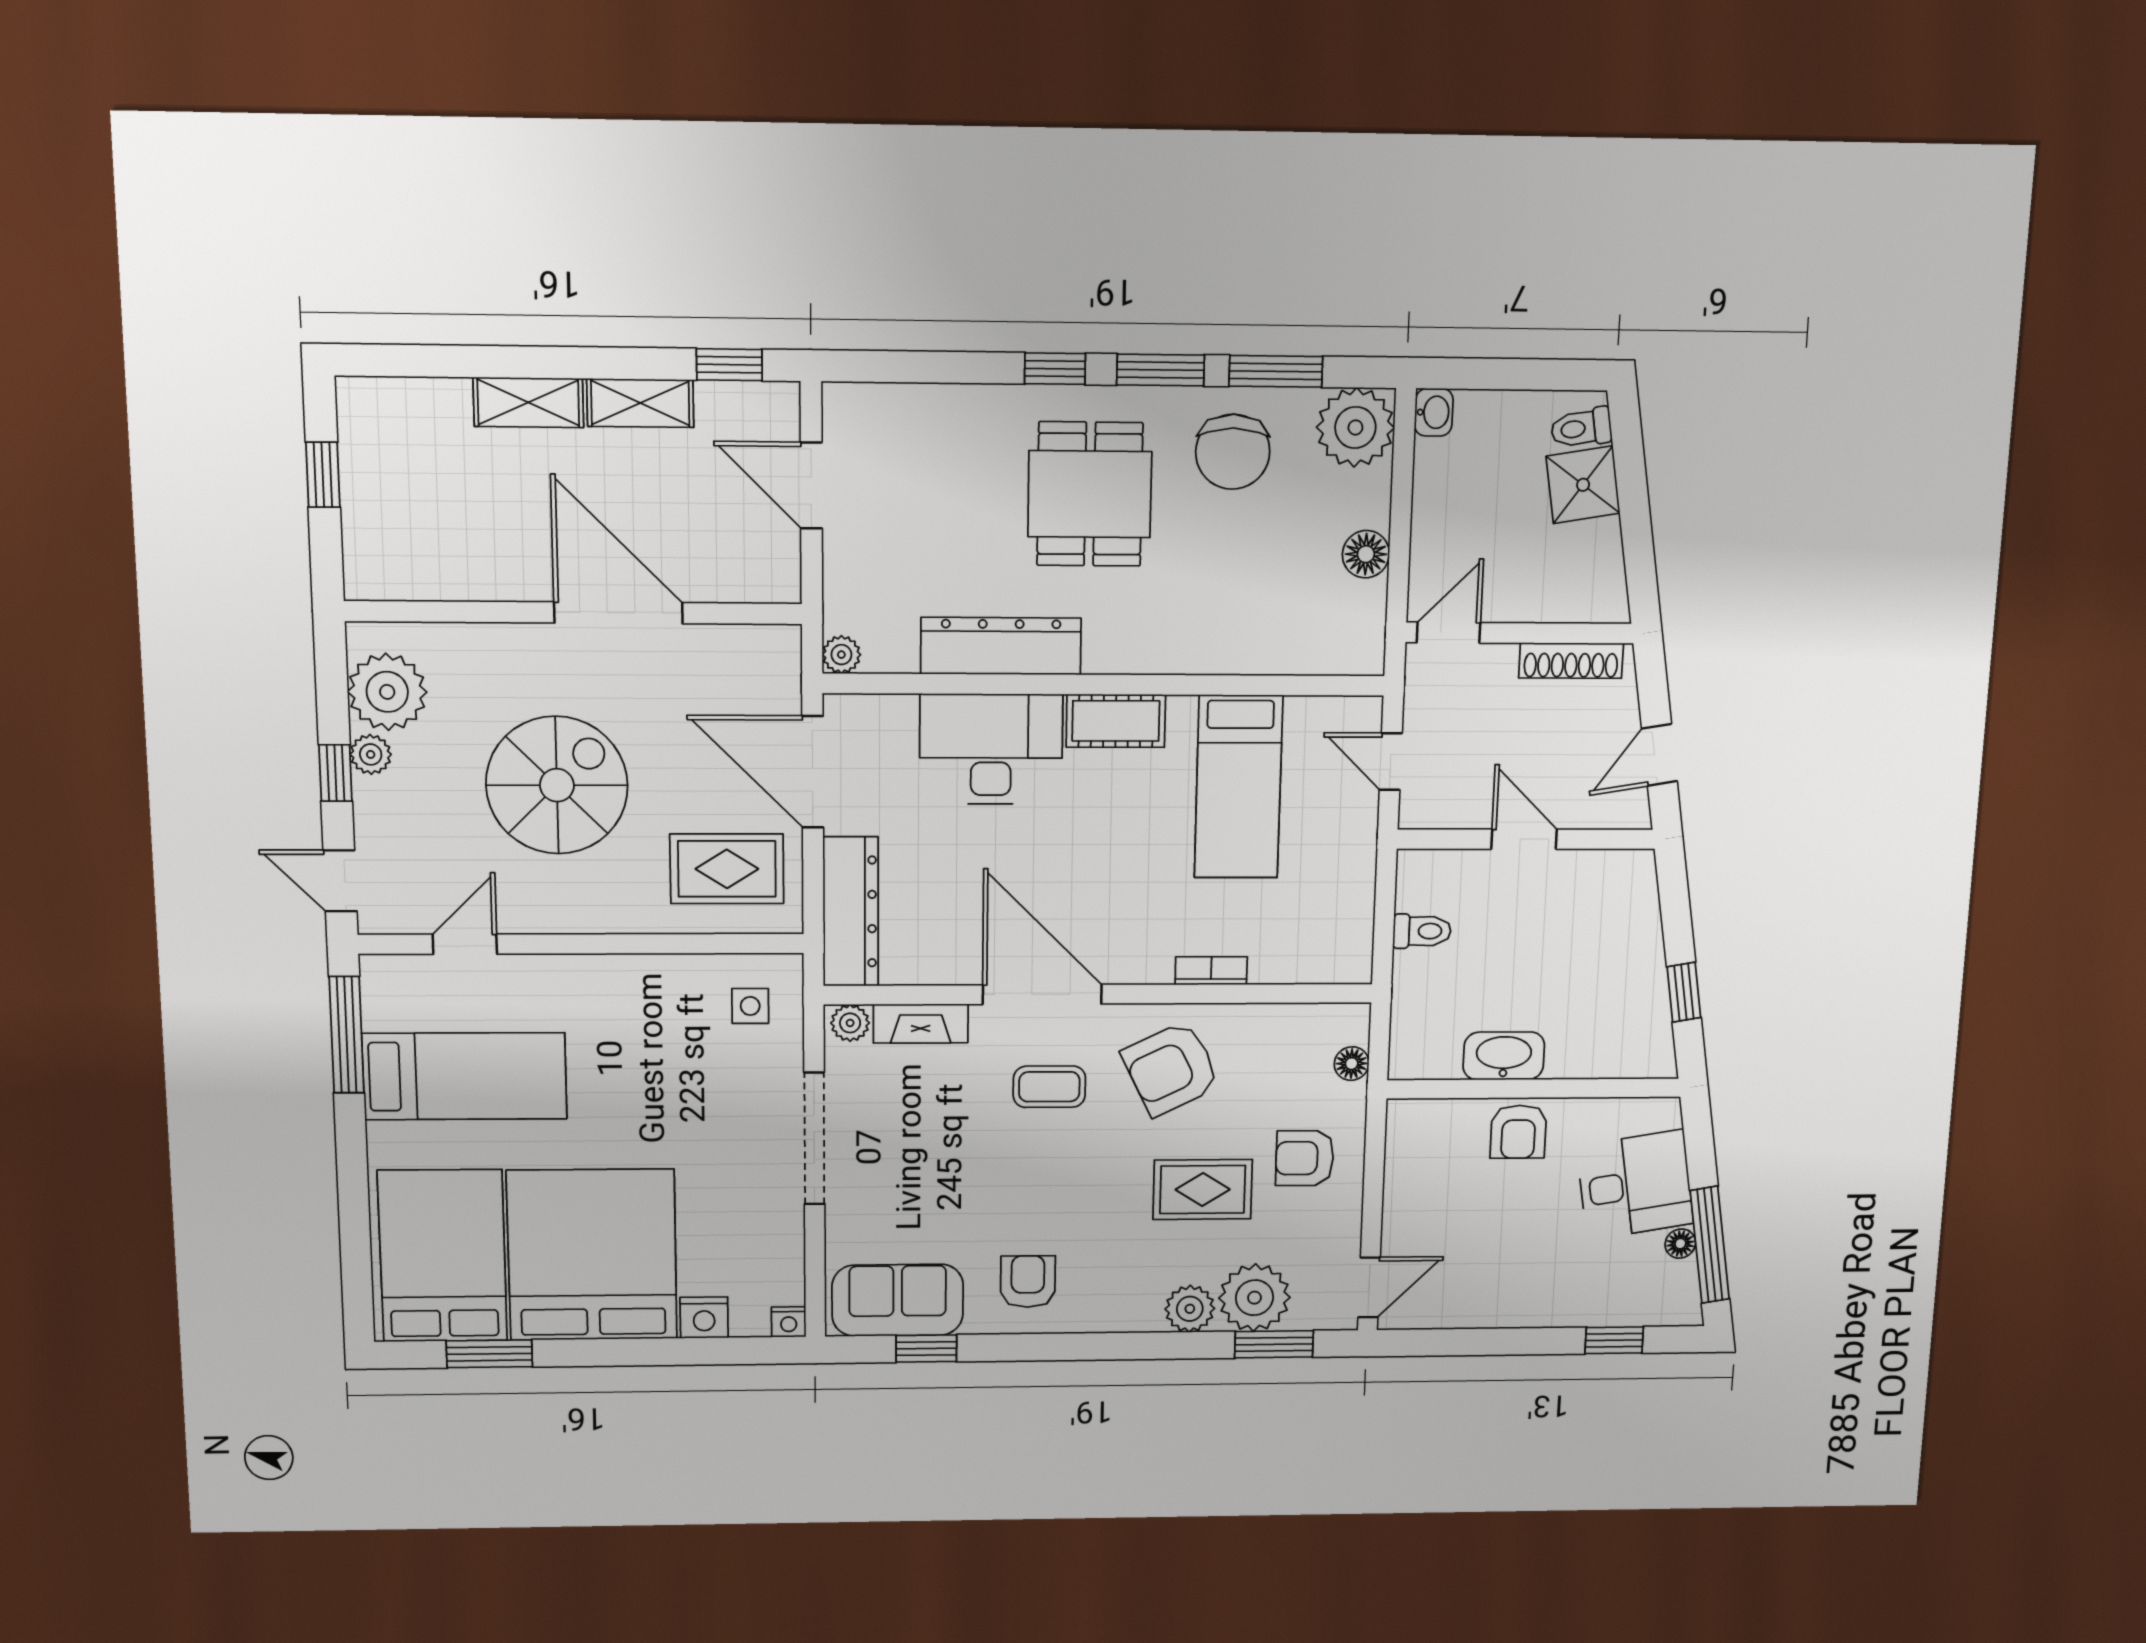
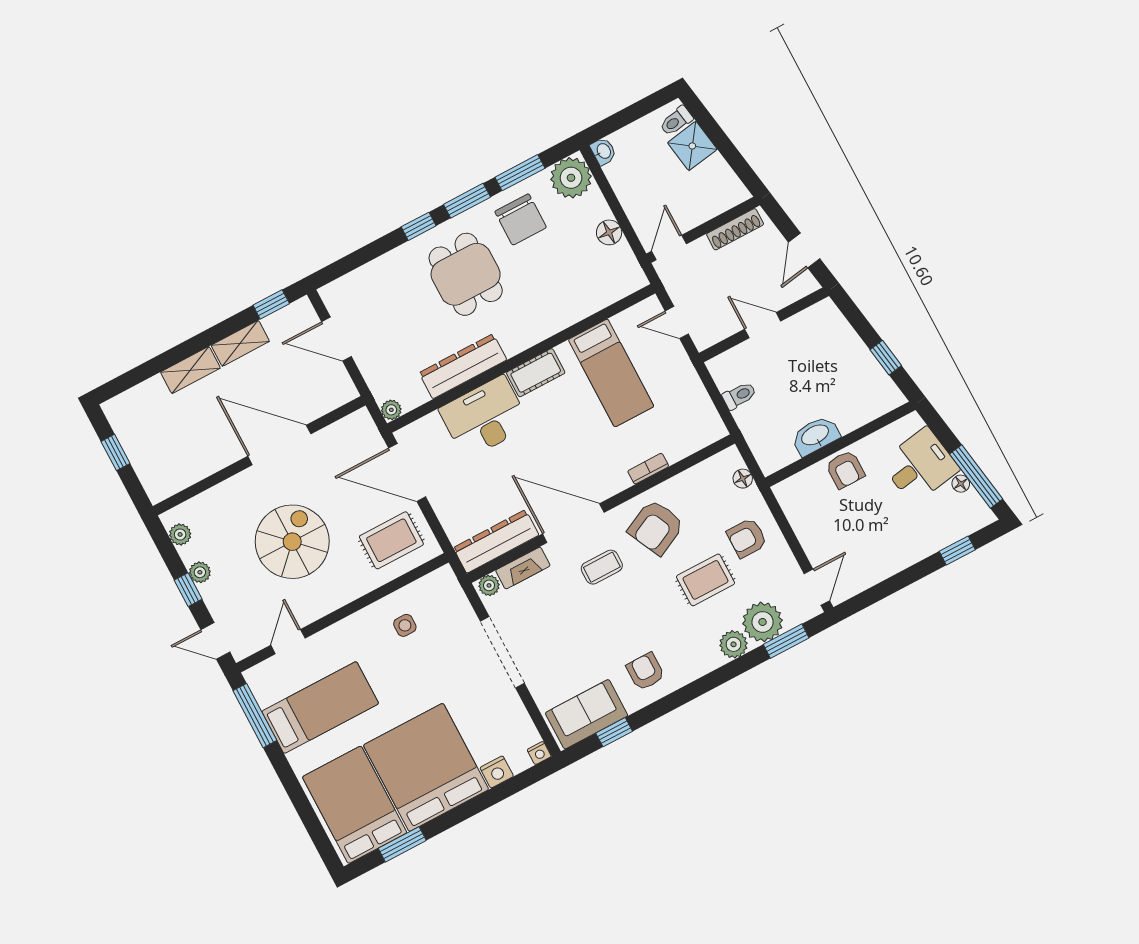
plant: (387, 692) -> (180, 534), width x0.53, depth x0.53
dresser: (851, 912) -> (496, 541), moved, turned -90
side table: (750, 1006) -> (405, 625), moved

